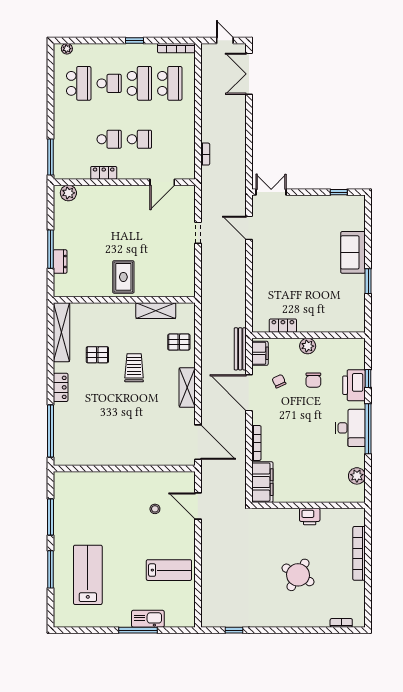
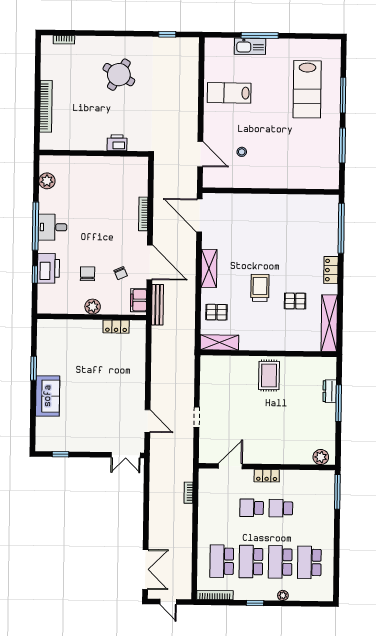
plant: (67, 49) -> (283, 595), moved
school desk: (109, 83) -> (280, 562), width x1.85
locker: (104, 173) -> (267, 476), moved
shelving: (156, 311) -> (219, 342), moved
trolley: (134, 368) -> (260, 288), turned 180
desk: (350, 428) -> (52, 227), width x0.73
filing cabinet: (262, 482) -> (138, 176), removed
printer: (310, 517) -> (117, 143), moved
round table: (298, 575) -> (119, 75), moved

